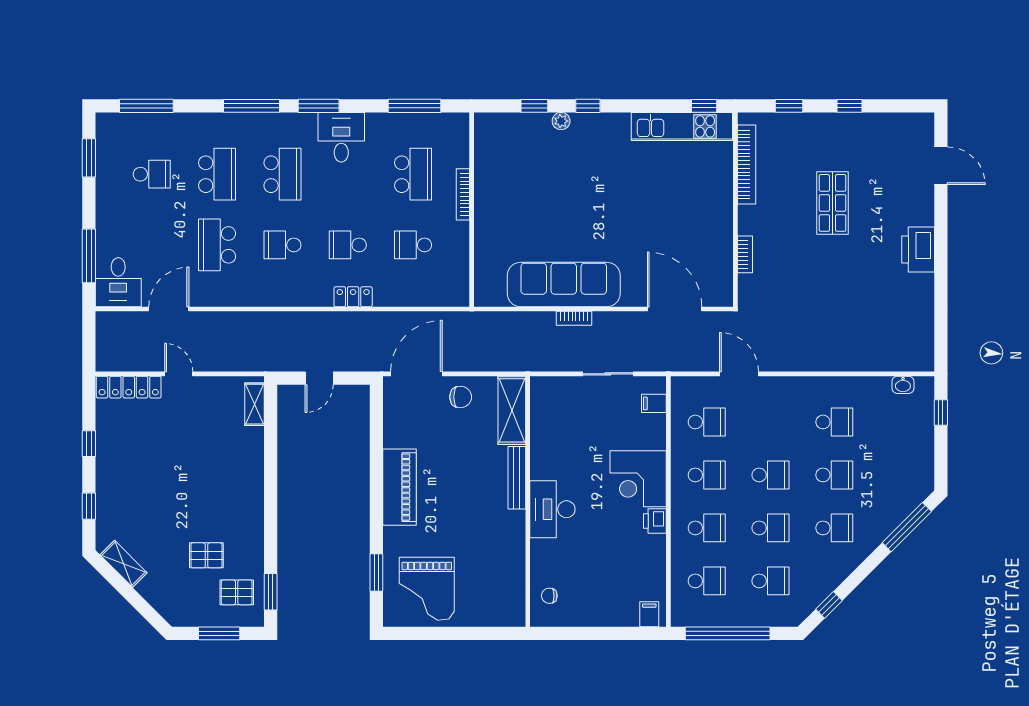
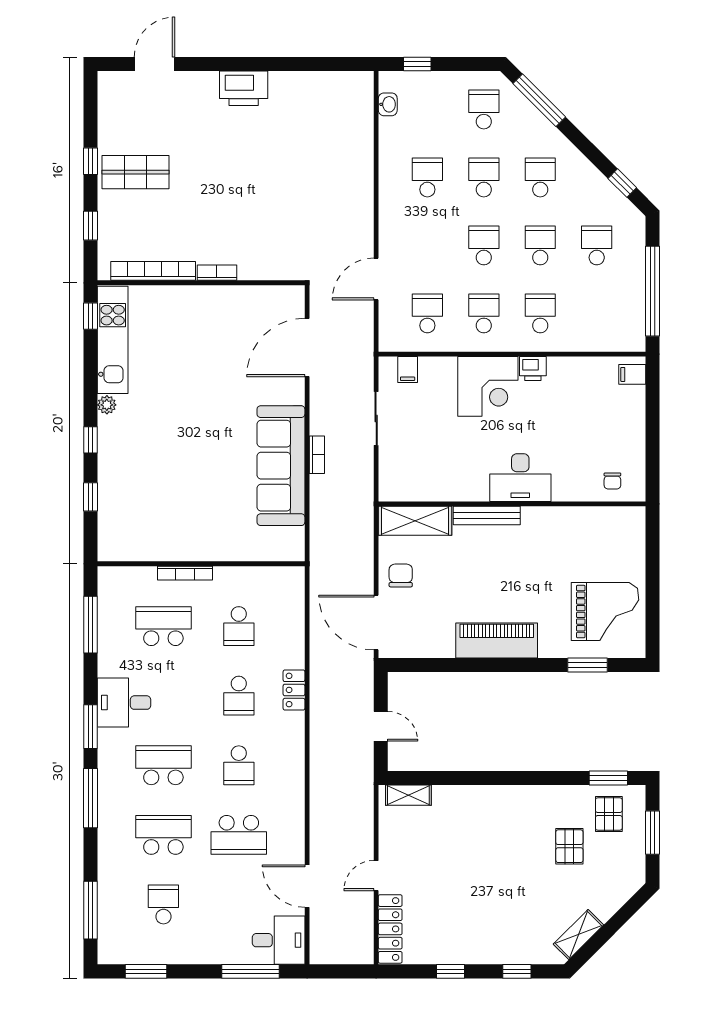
plant: (561, 121) -> (107, 405), moved
shop shelf: (833, 203) -> (135, 172), moved
bookcase: (745, 254) -> (217, 273), moved
school desk: (707, 581) -> (484, 109), moved

